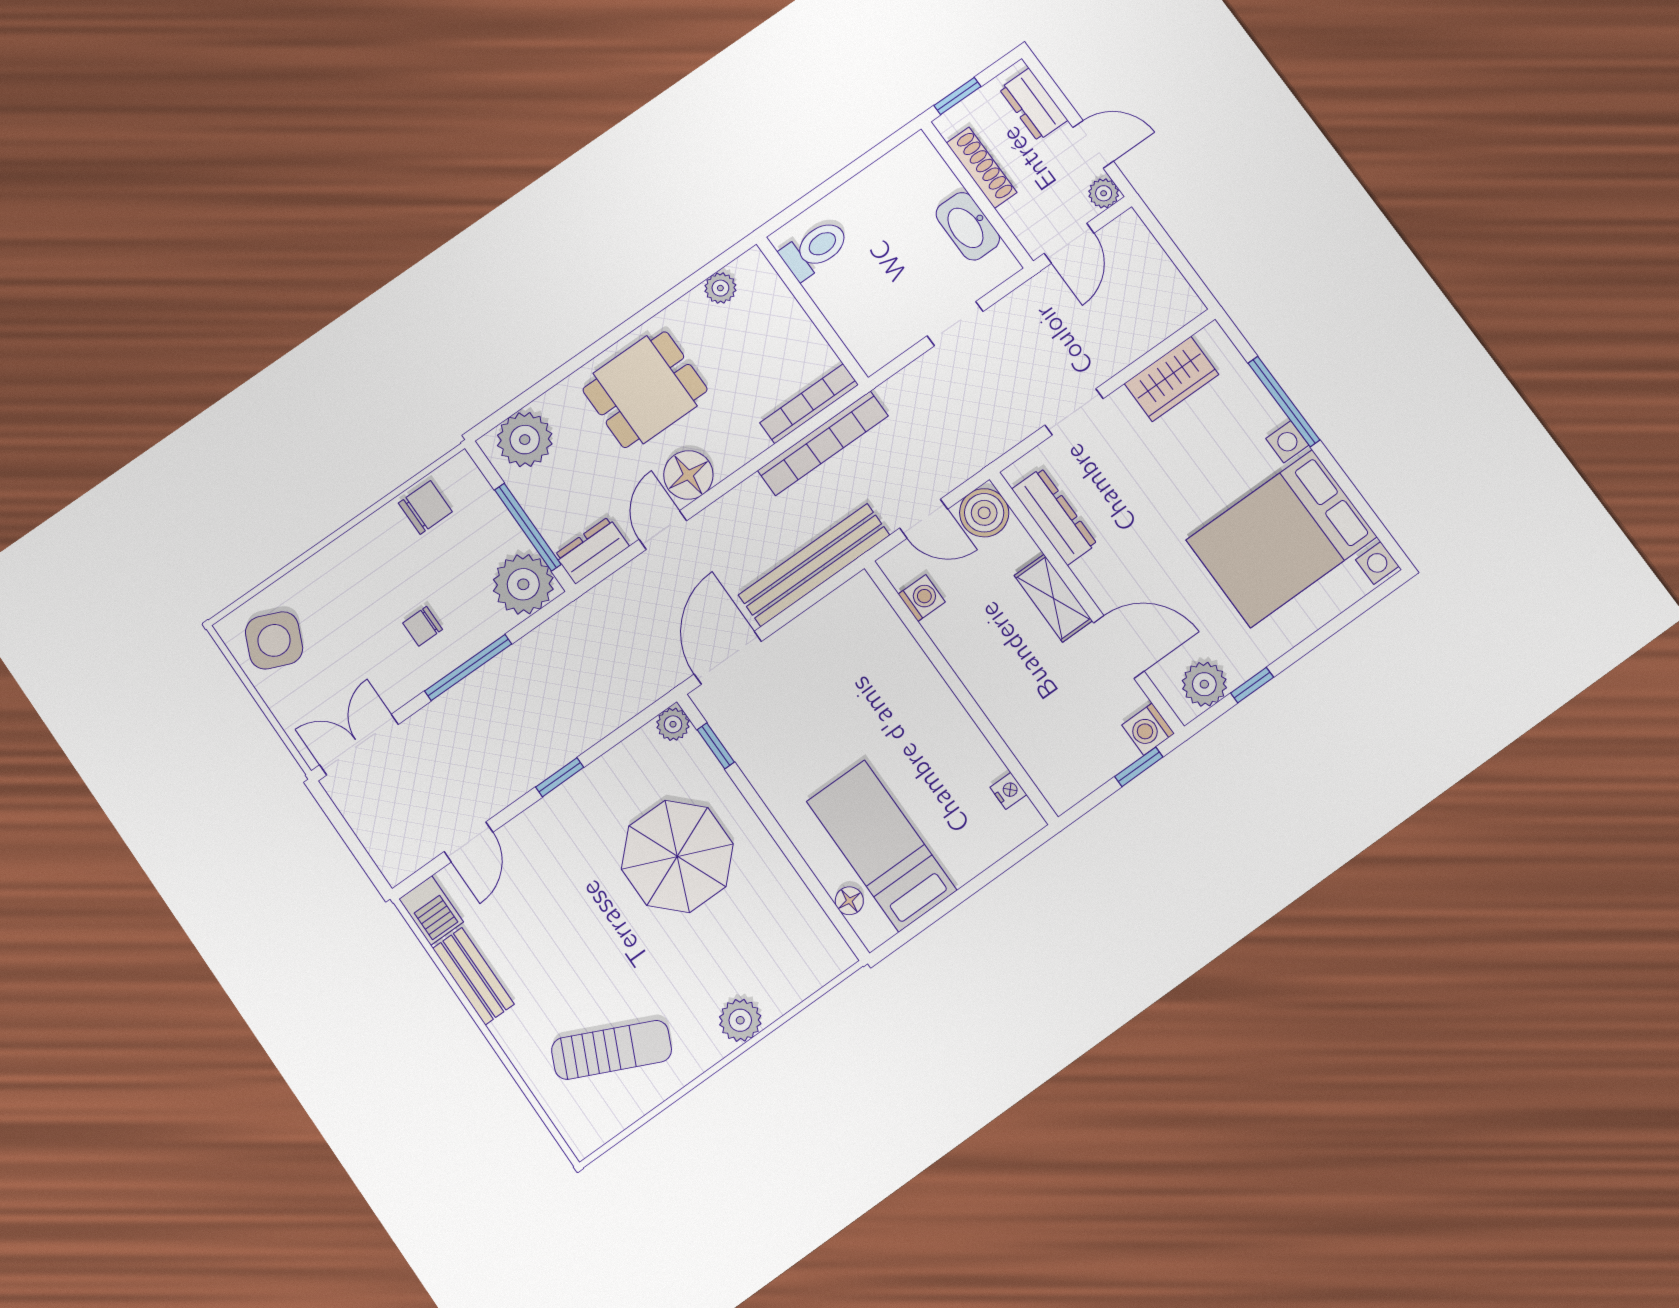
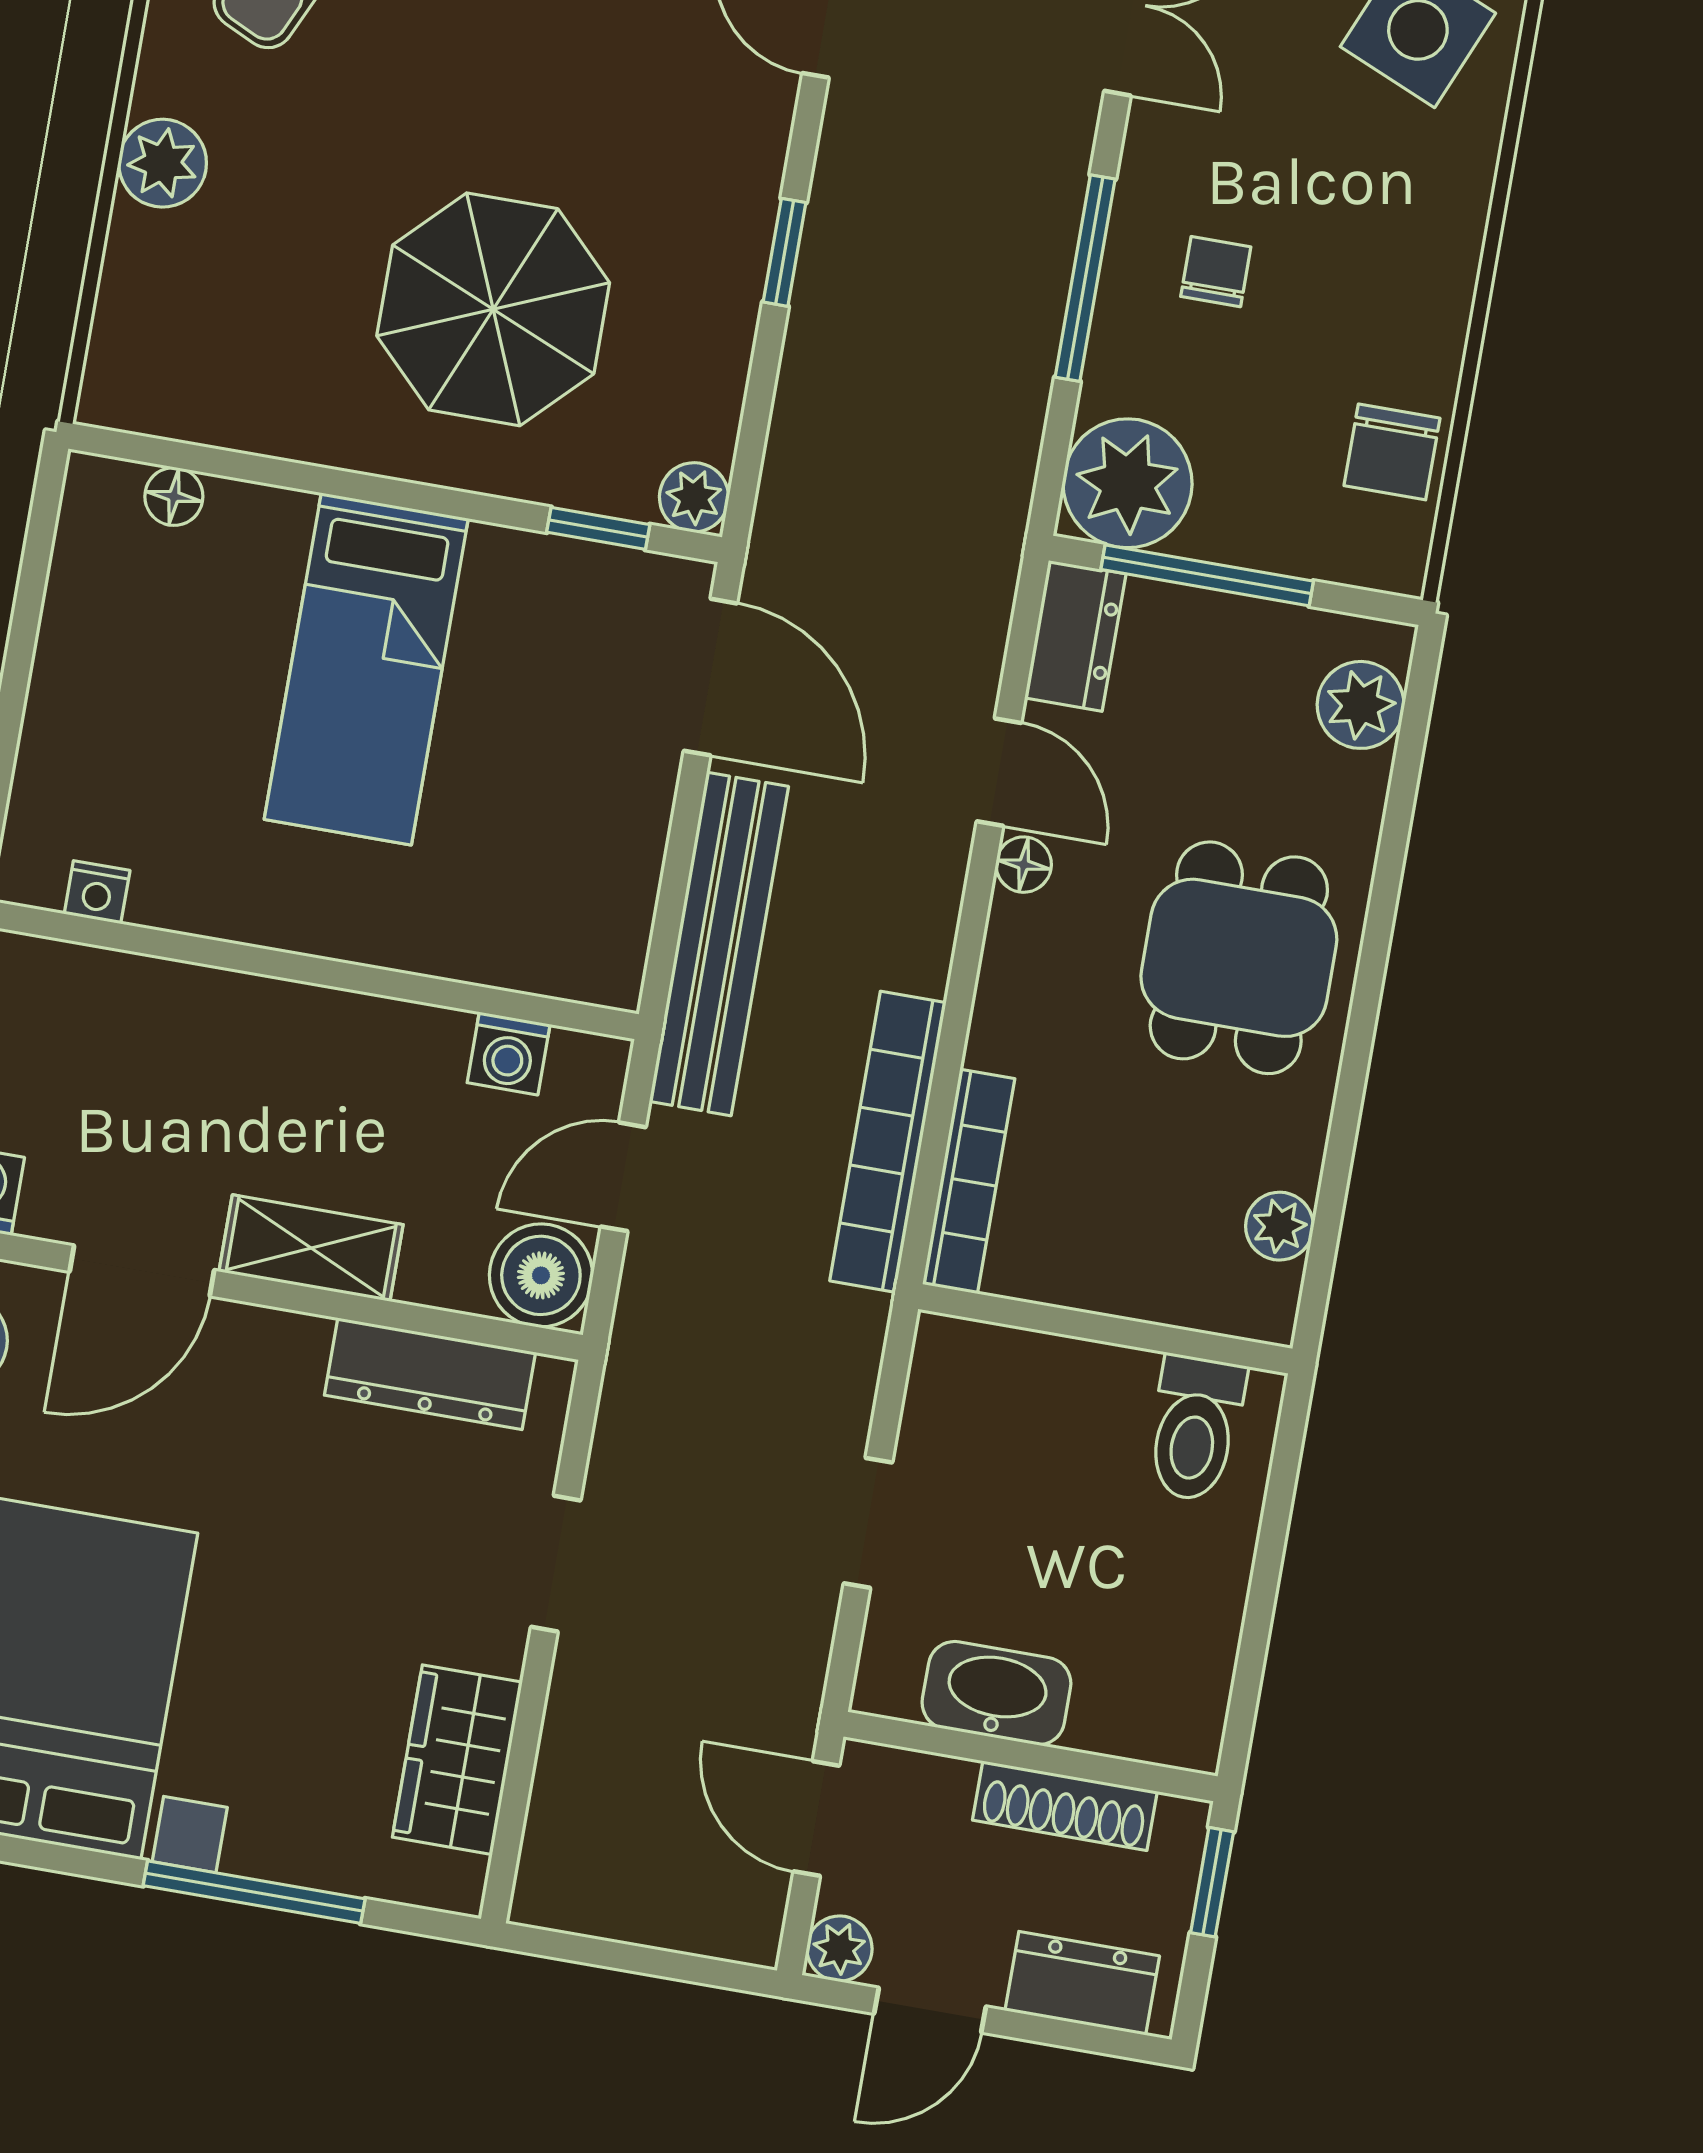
plant: (525, 440) -> (1361, 705), width x0.73, depth x0.73
floor lamp: (688, 475) -> (1024, 865), width x0.53, depth x0.53
bed: (882, 846) -> (366, 669), moved, turned 90

